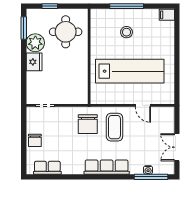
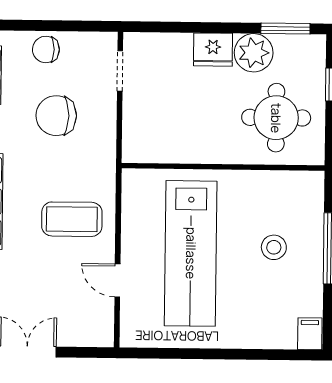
door: (143, 105) -> (117, 280), hinge flipped
chair: (88, 124) -> (56, 116), moved

